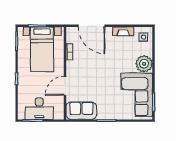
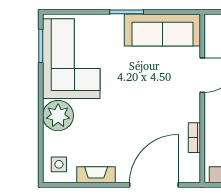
door: (92, 26) -> (154, 185), hinge flipped
sofa: (81, 111) -> (162, 30), width x1.36

